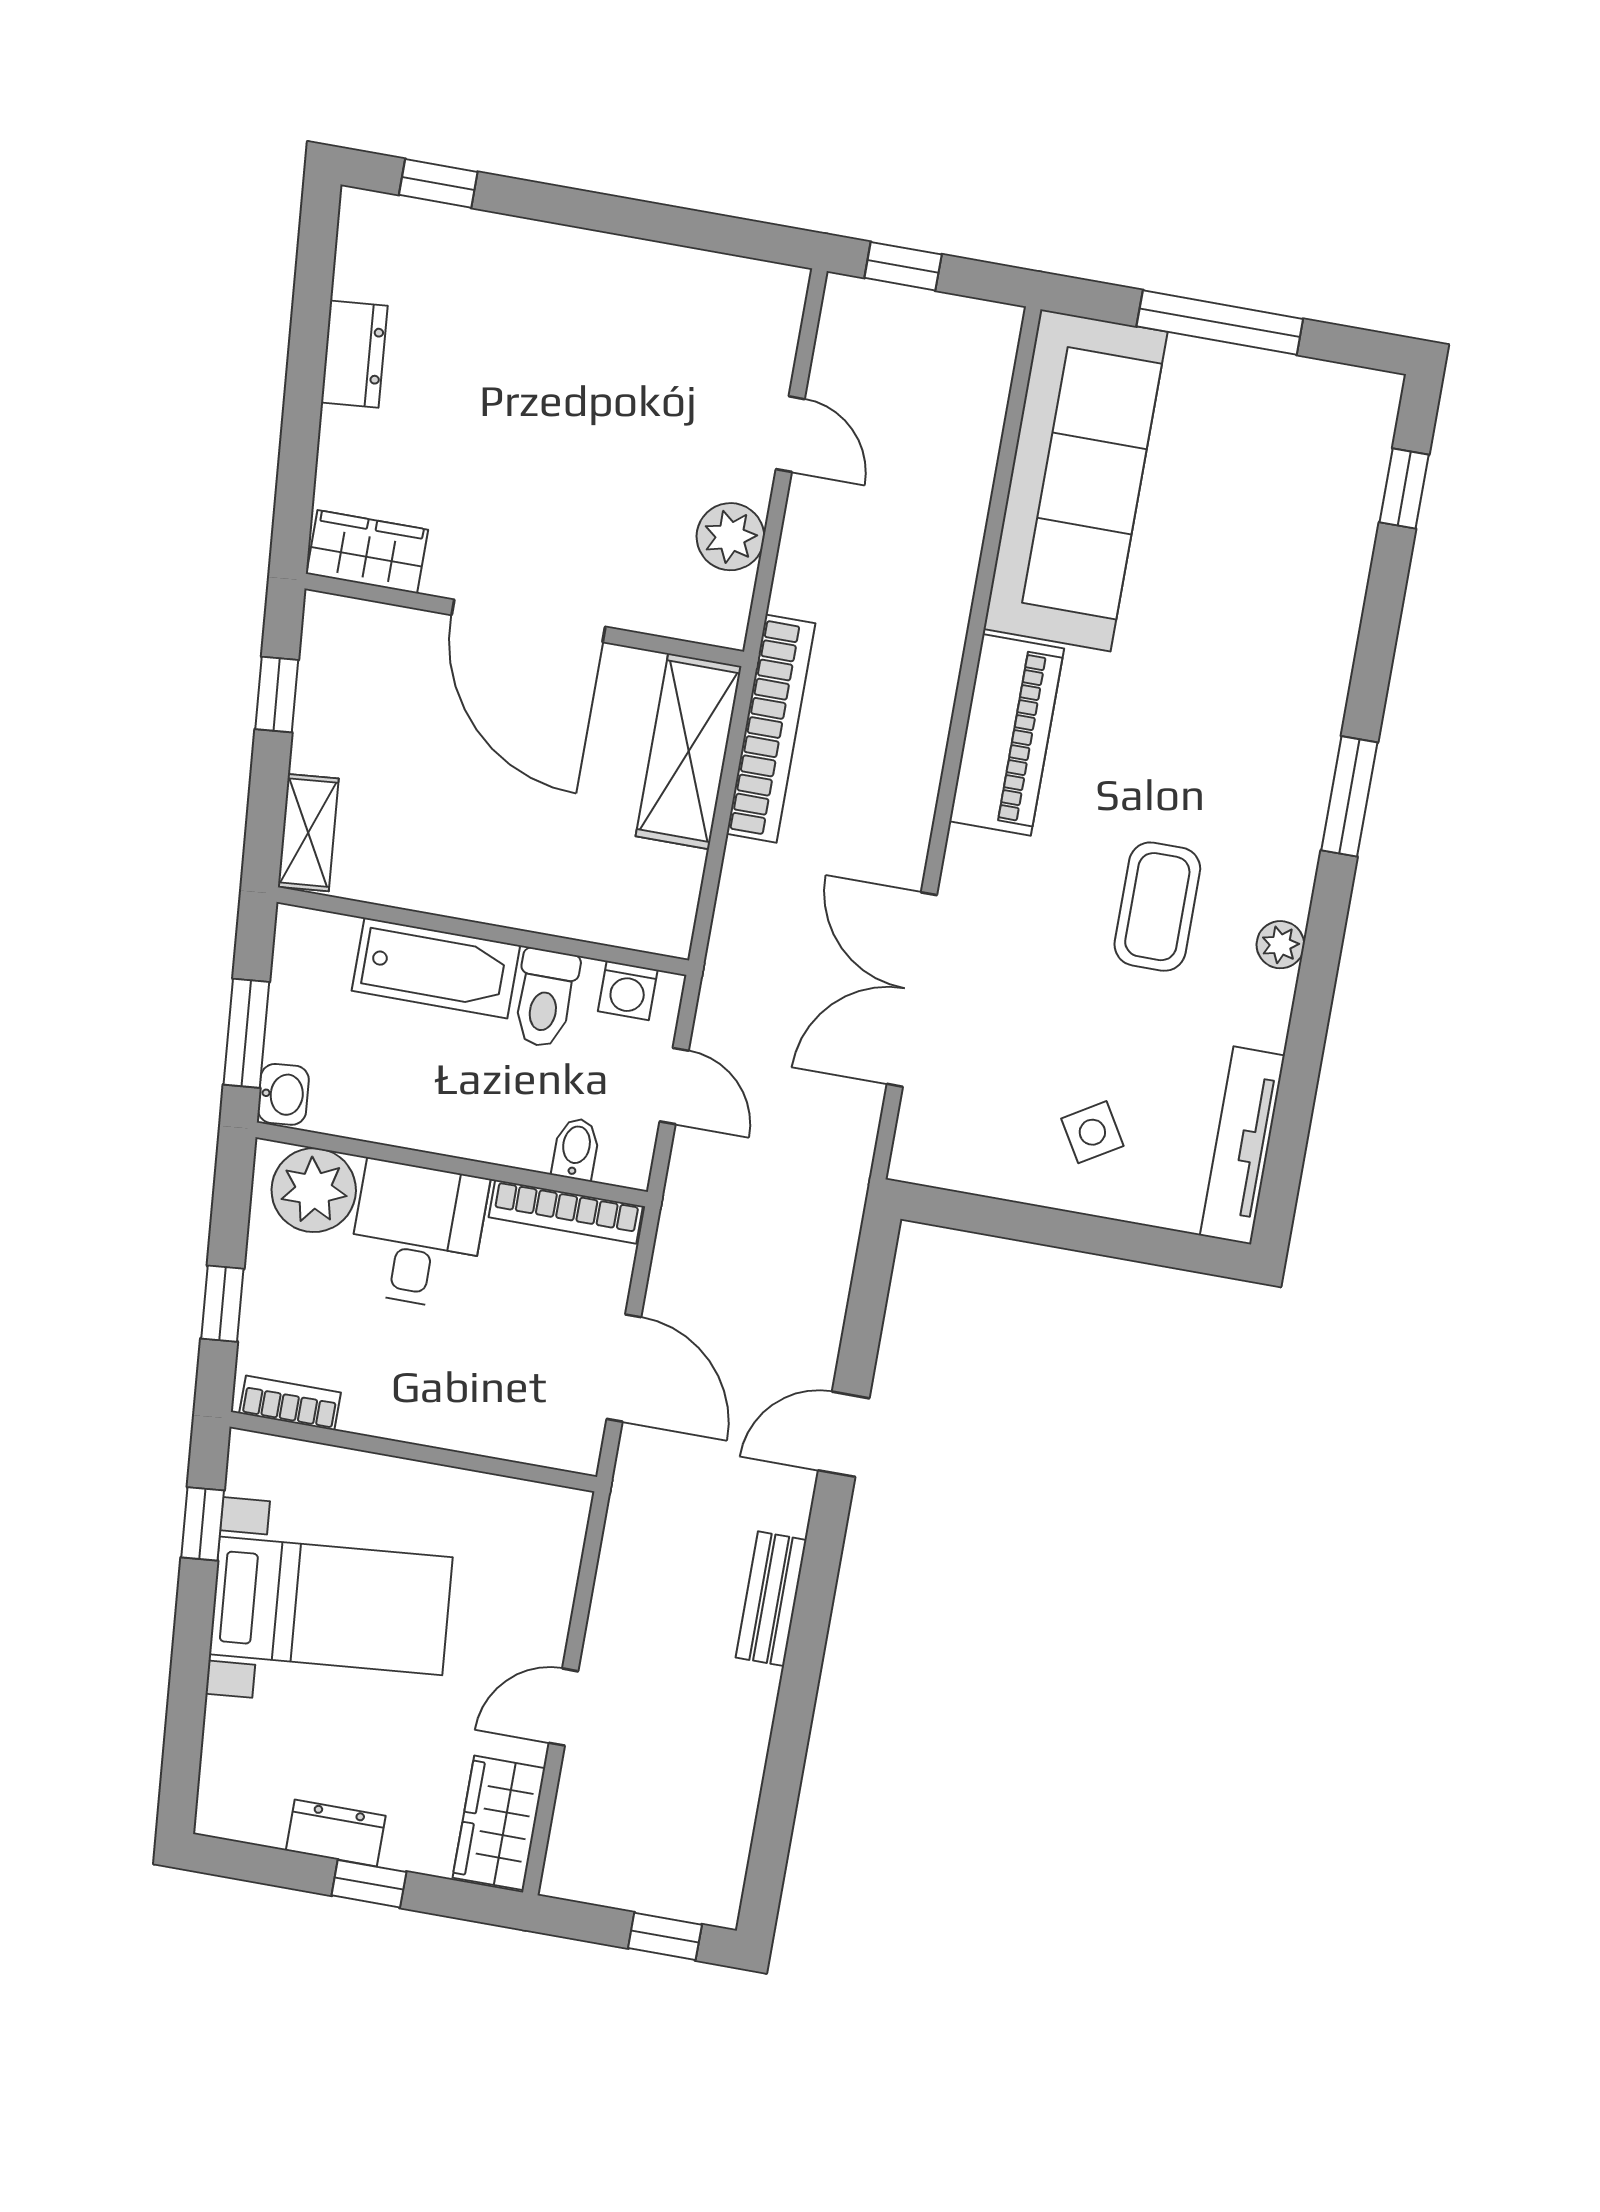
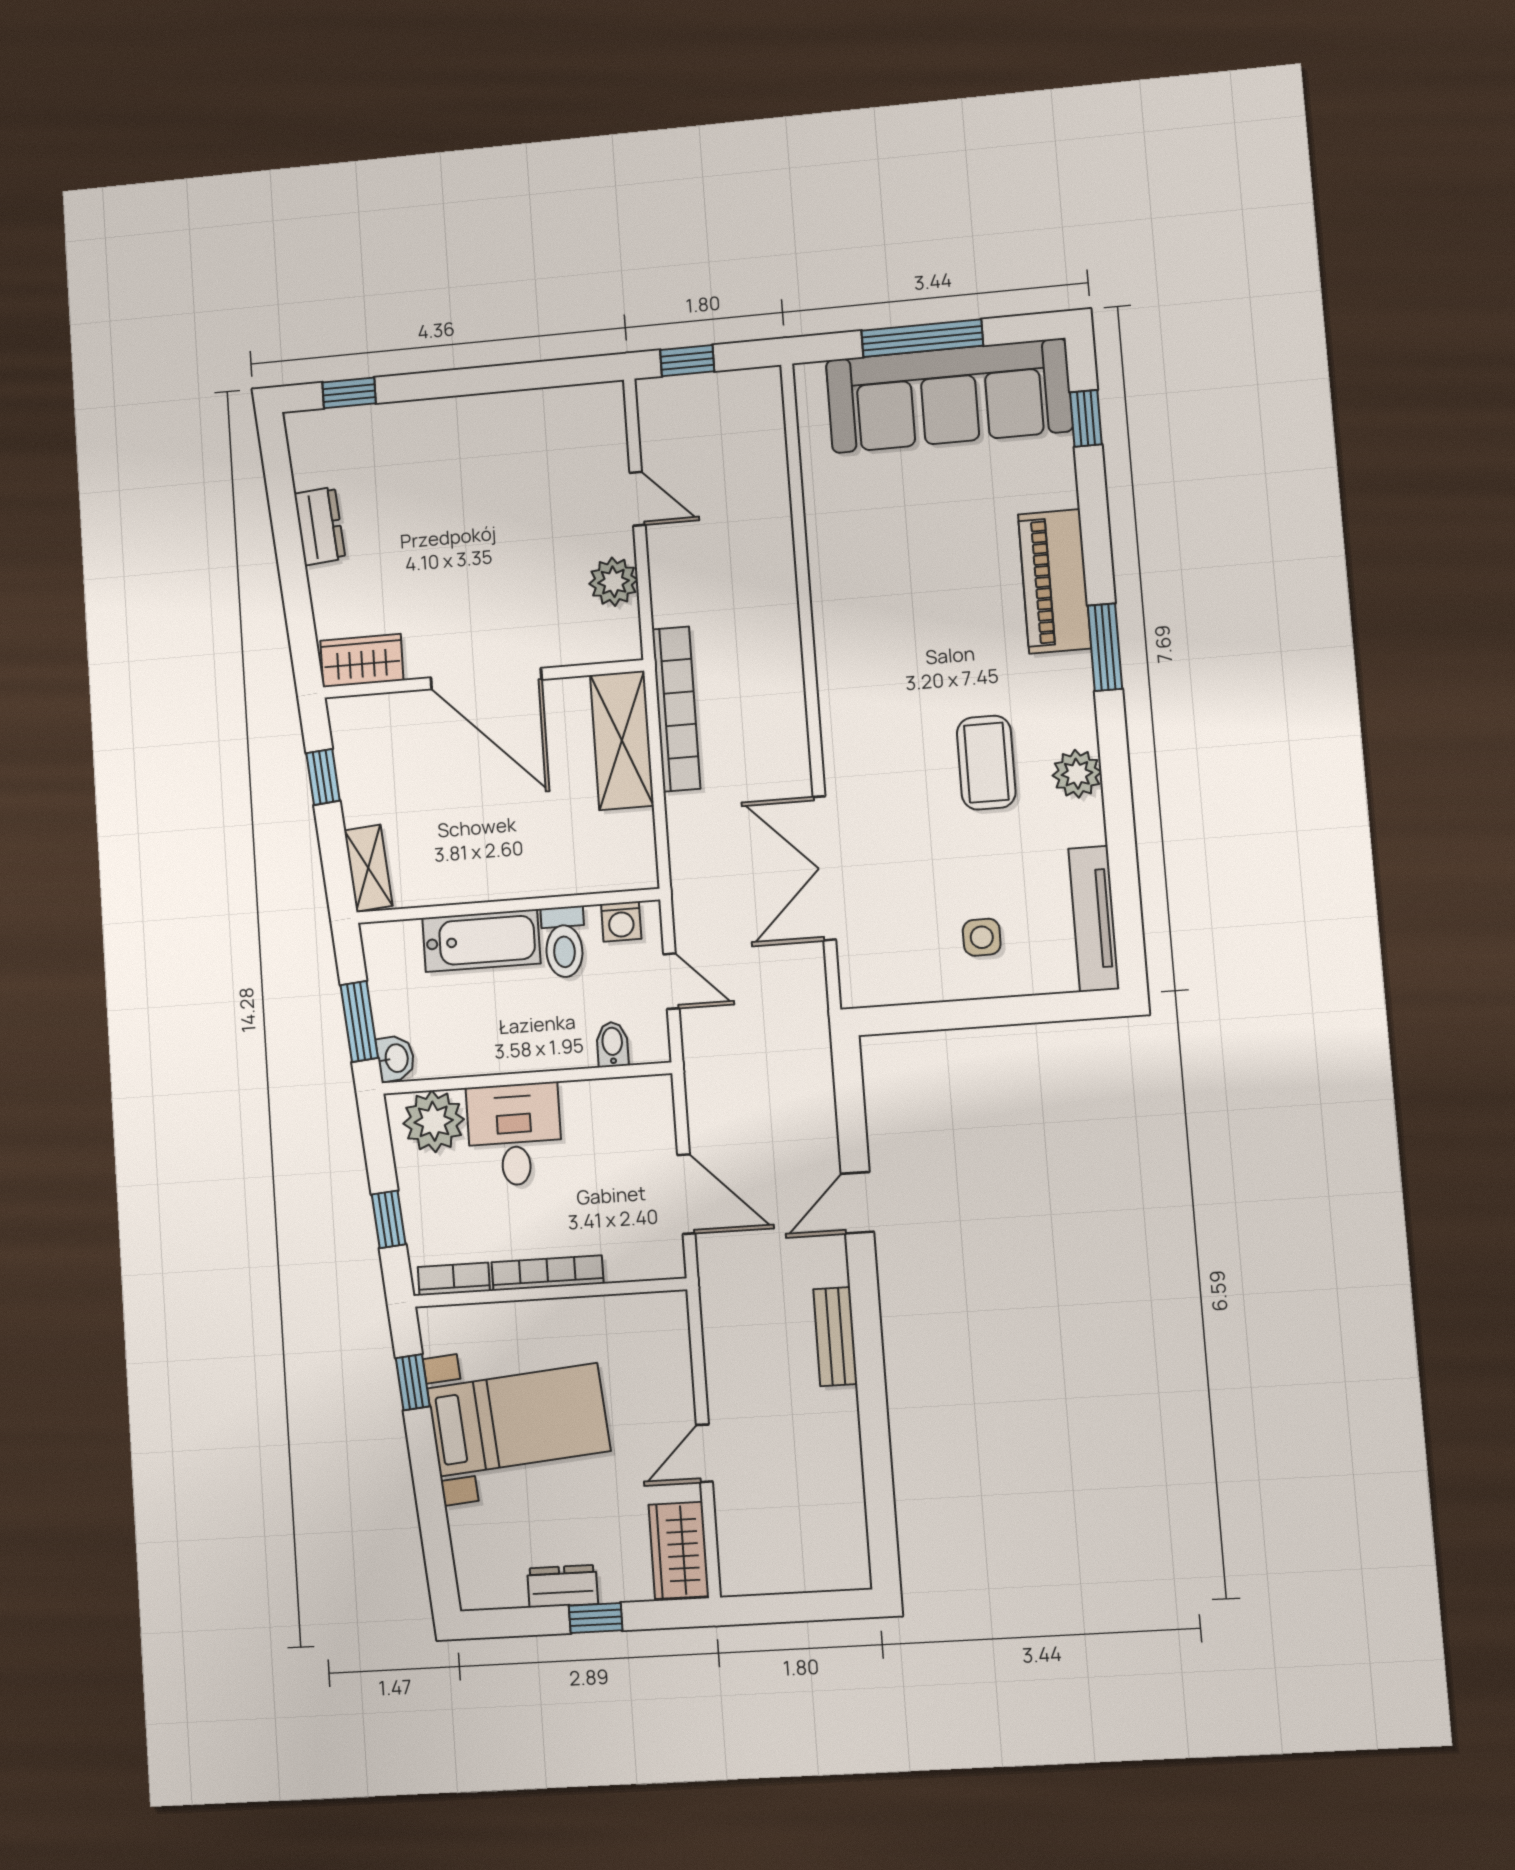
sofa: (1075, 480) -> (949, 396), moved, turned 90
piano: (1007, 735) -> (1055, 581), moved, turned 180
plant: (1280, 945) -> (1077, 774), width x1.38, depth x1.38
side table: (1092, 1132) -> (982, 937), turned 31
bookcase: (566, 1212) -> (548, 1273), moved, turned 180
window: (665, 1936) -> (821, 1606), removed

